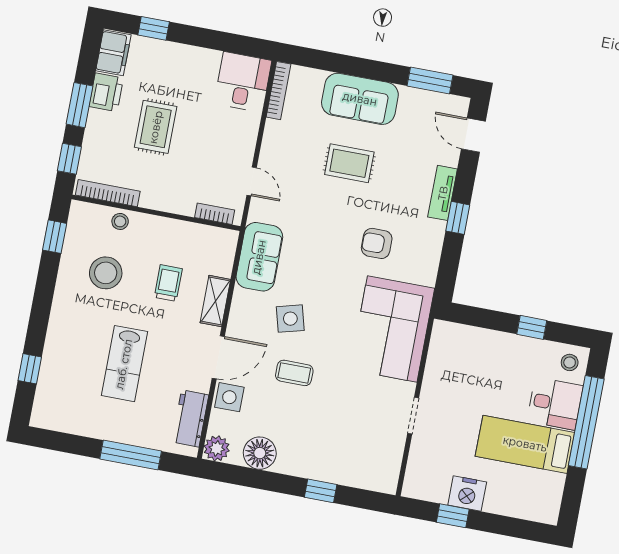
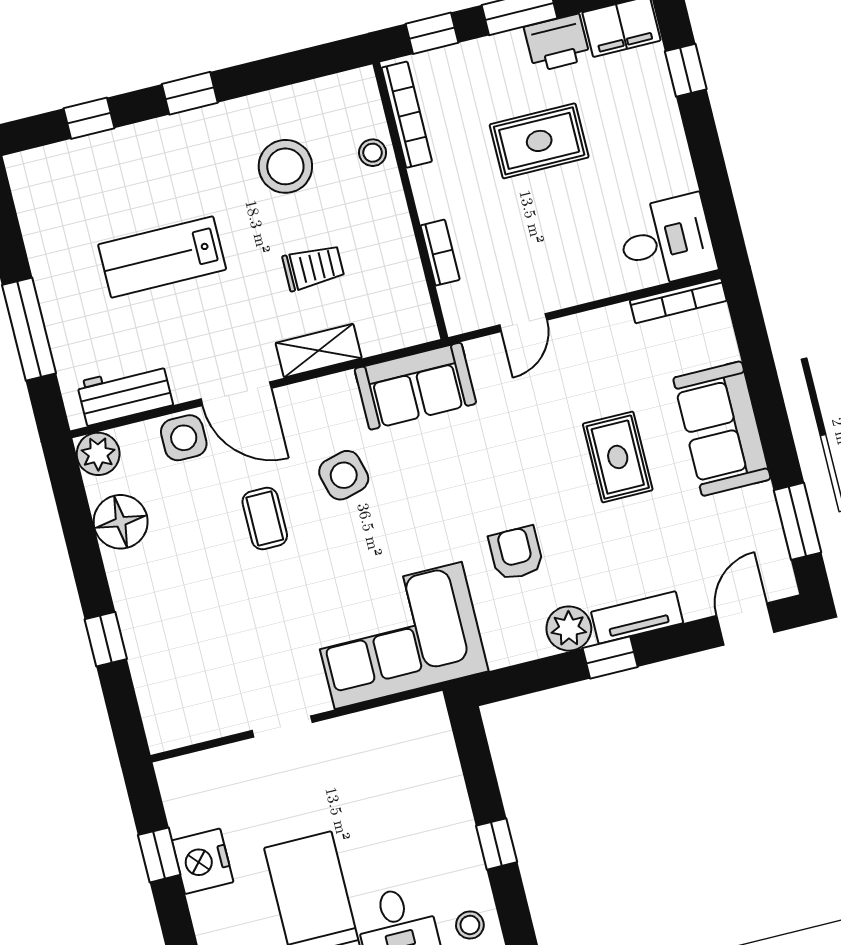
bookcase: (215, 214) -> (440, 253), moved
plant: (431, 233) -> (569, 629), added
window: (55, 237) -> (190, 93), moved

